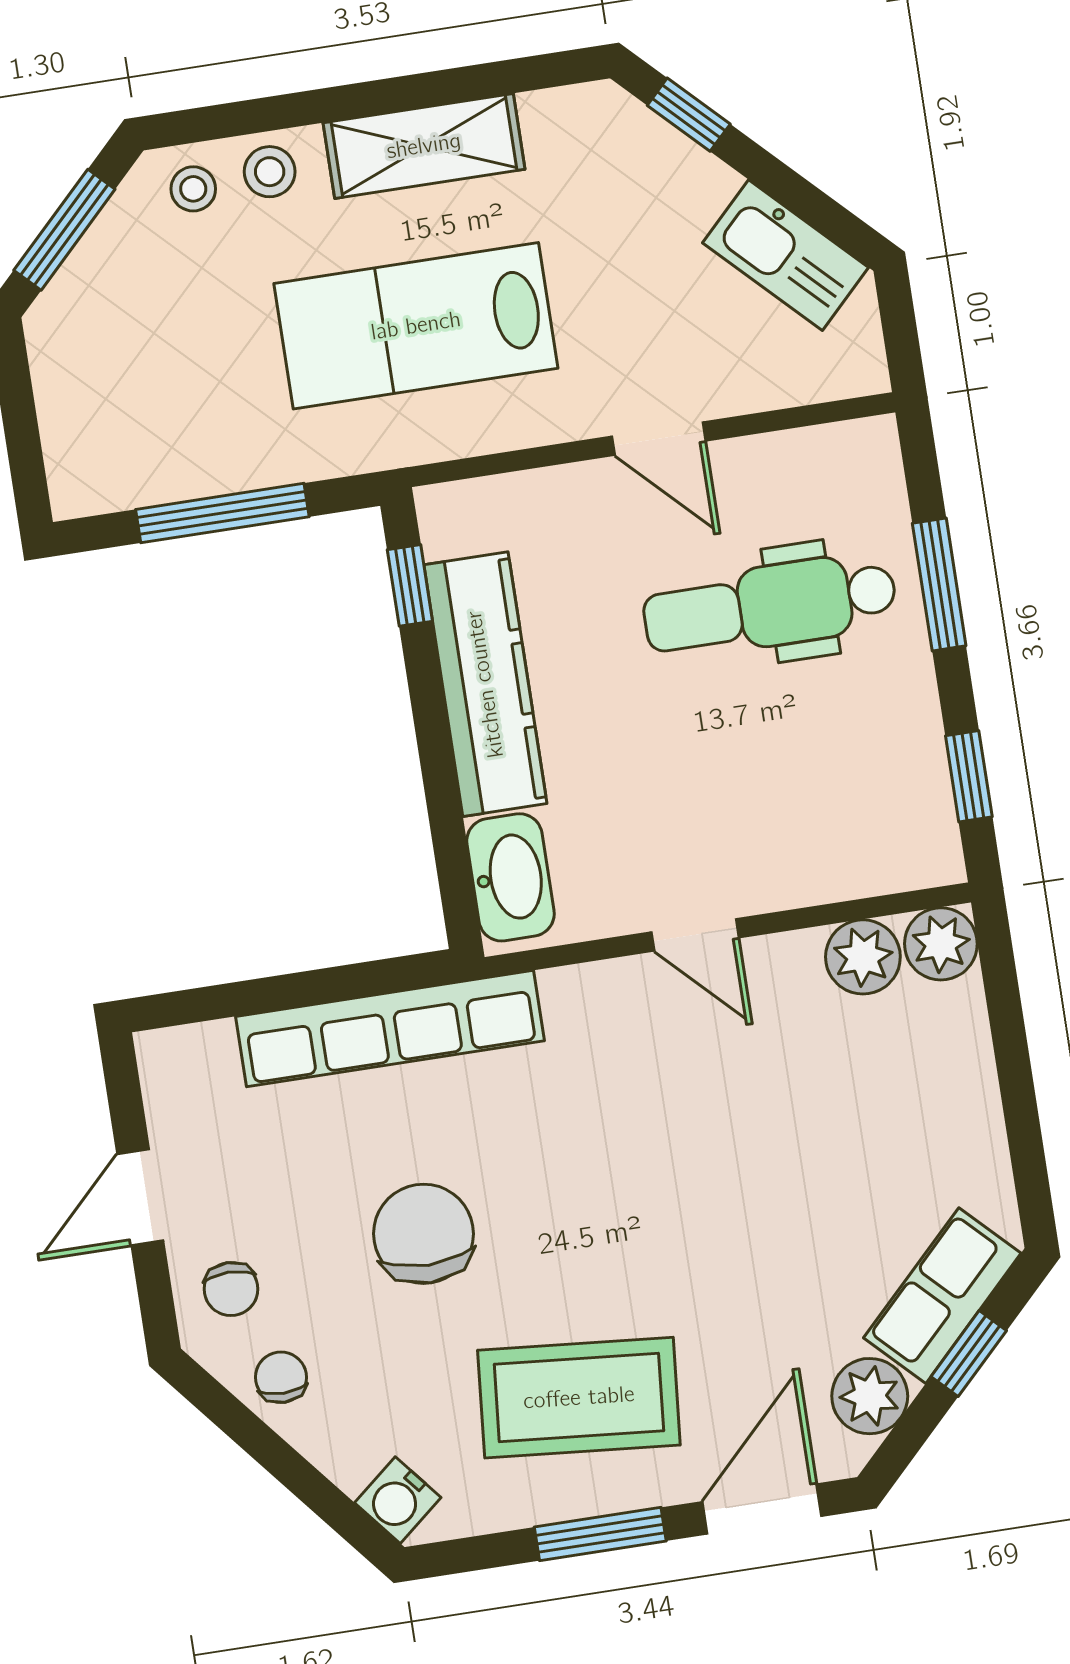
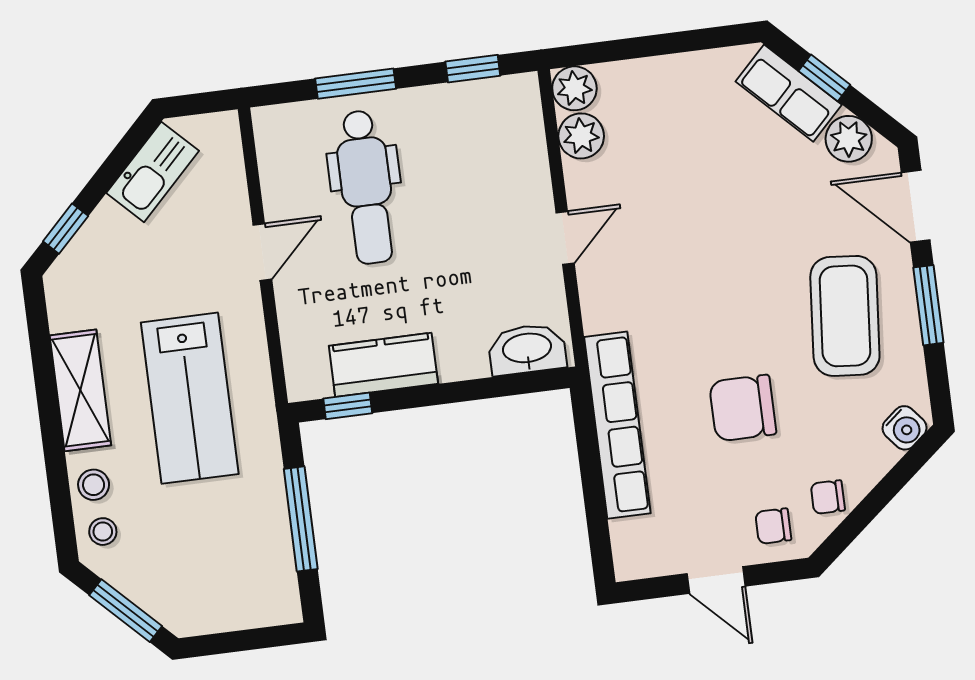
kitchen counter: (485, 684) -> (383, 365), width x0.67
chair: (231, 1289) -> (773, 526), turned 180

